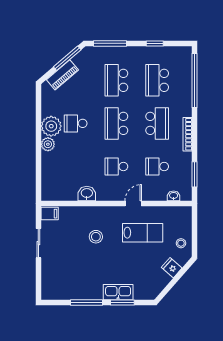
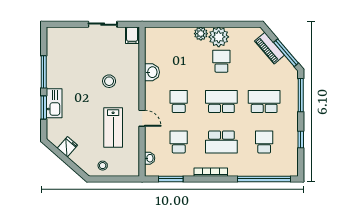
school desk: (157, 80) -> (264, 142), width x0.54
fridge: (172, 268) -> (67, 147), moved

